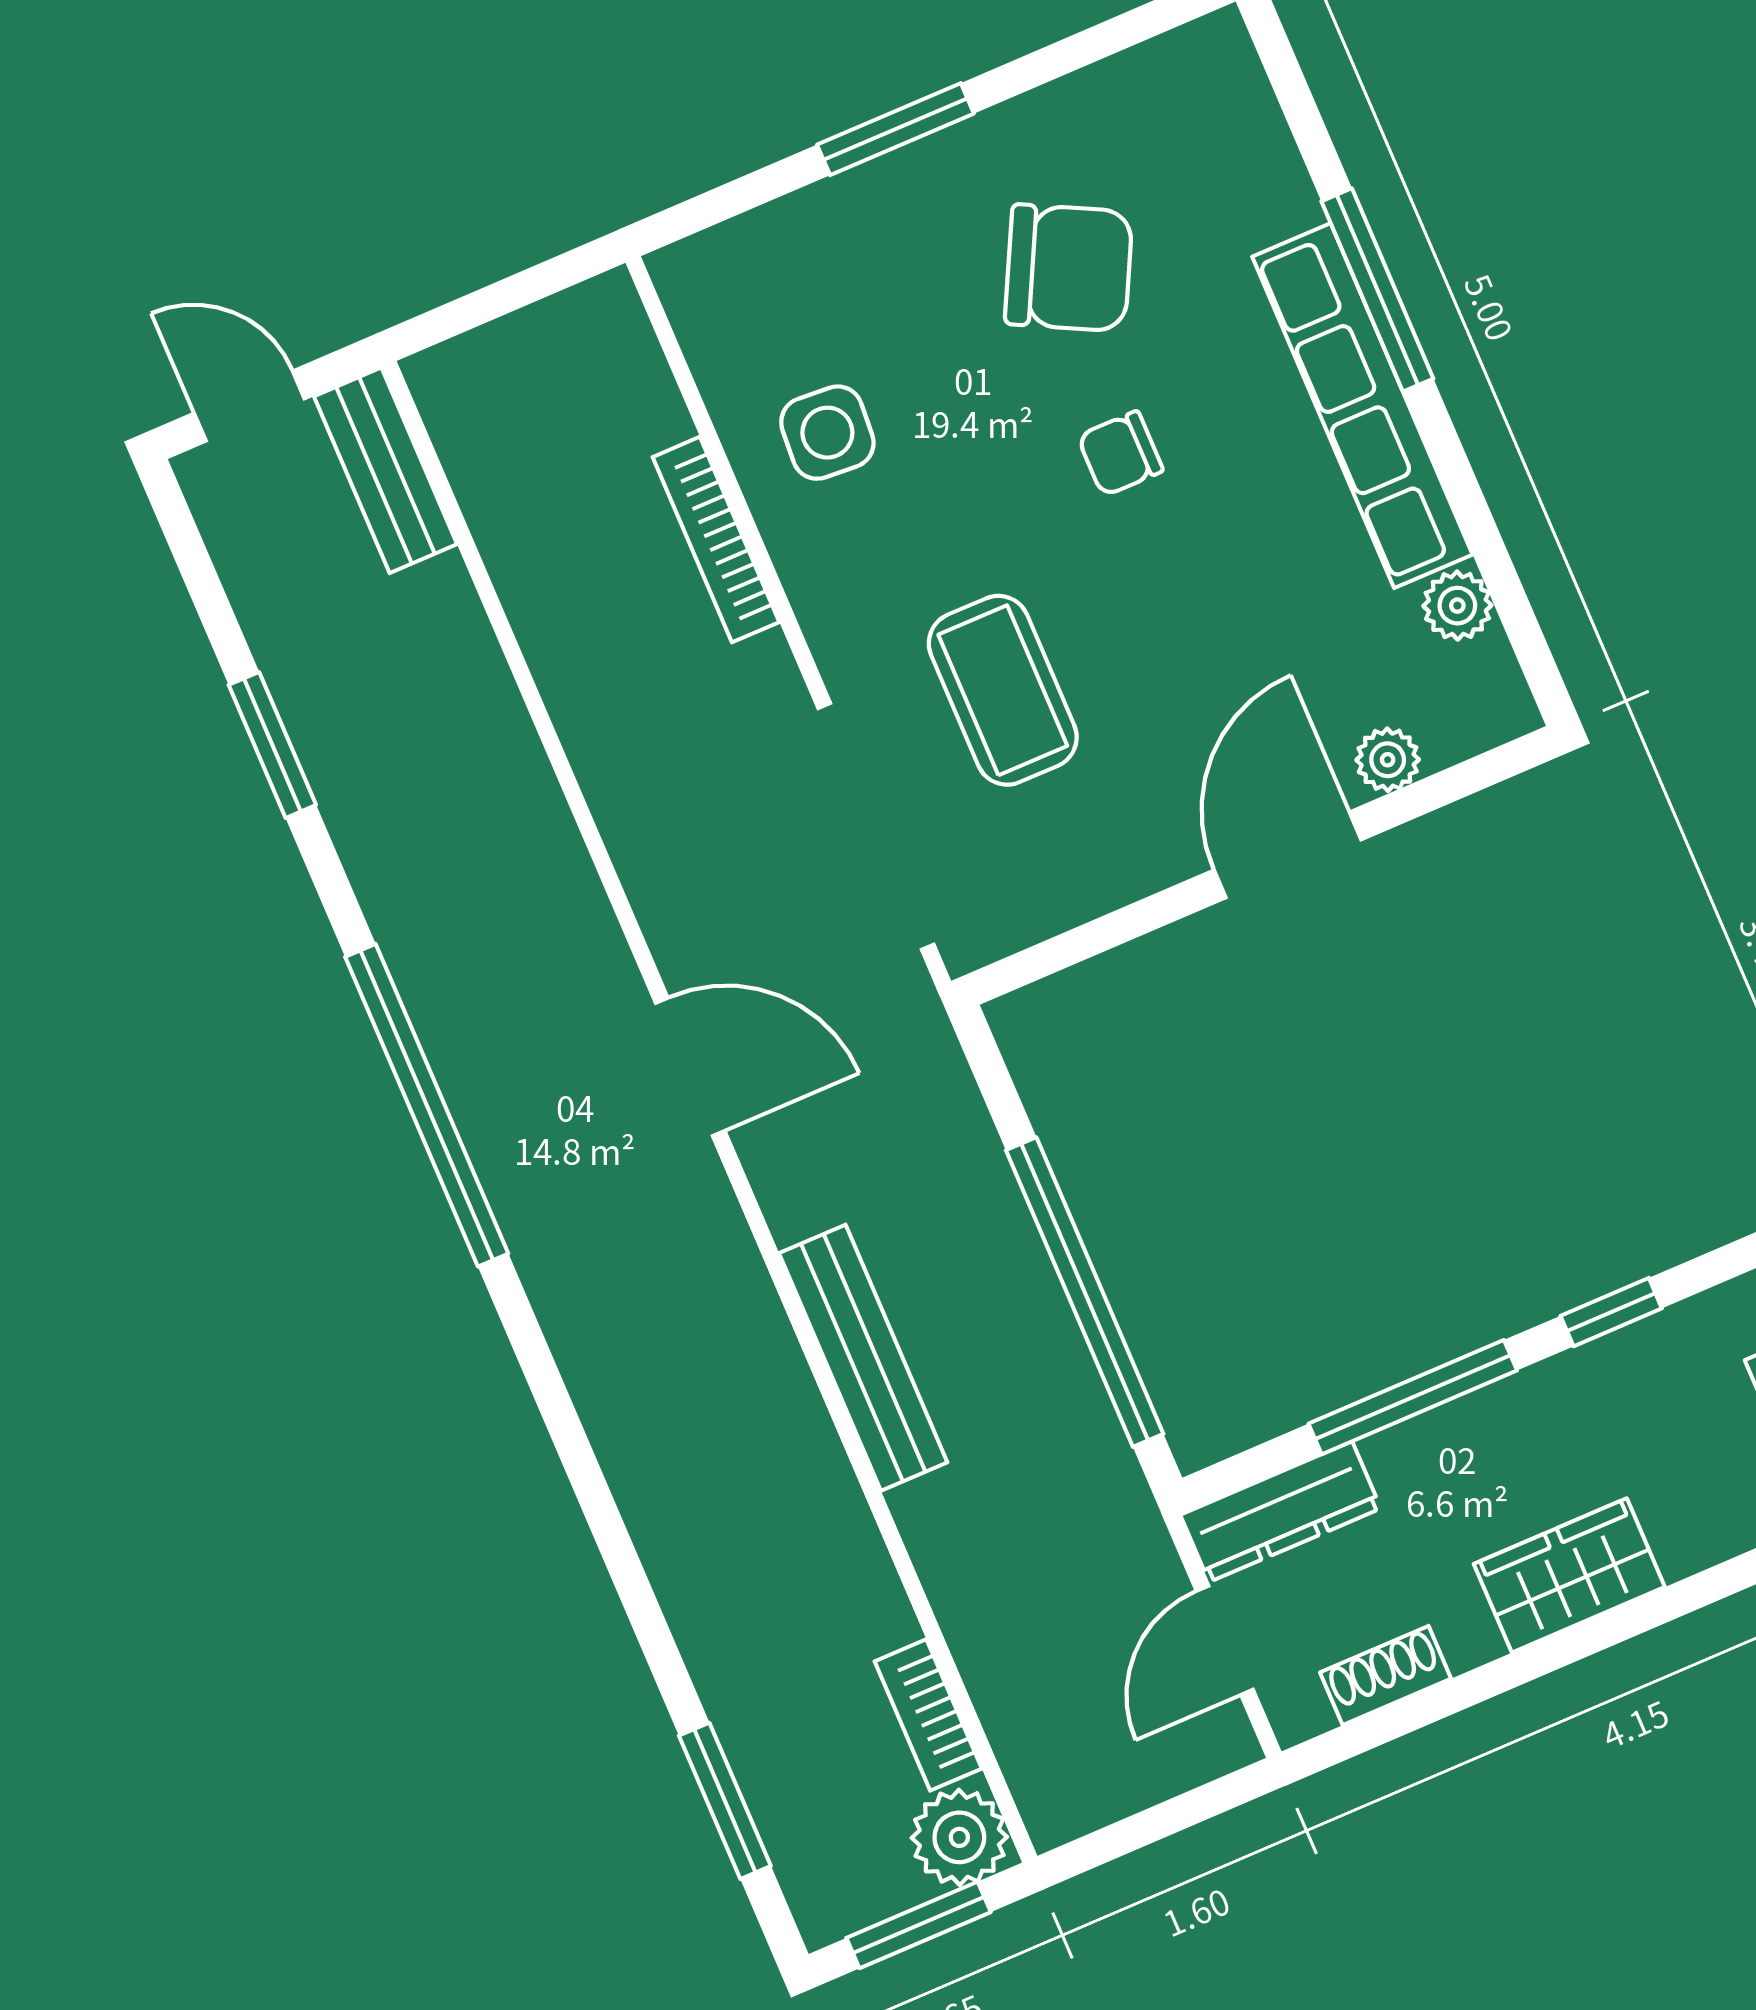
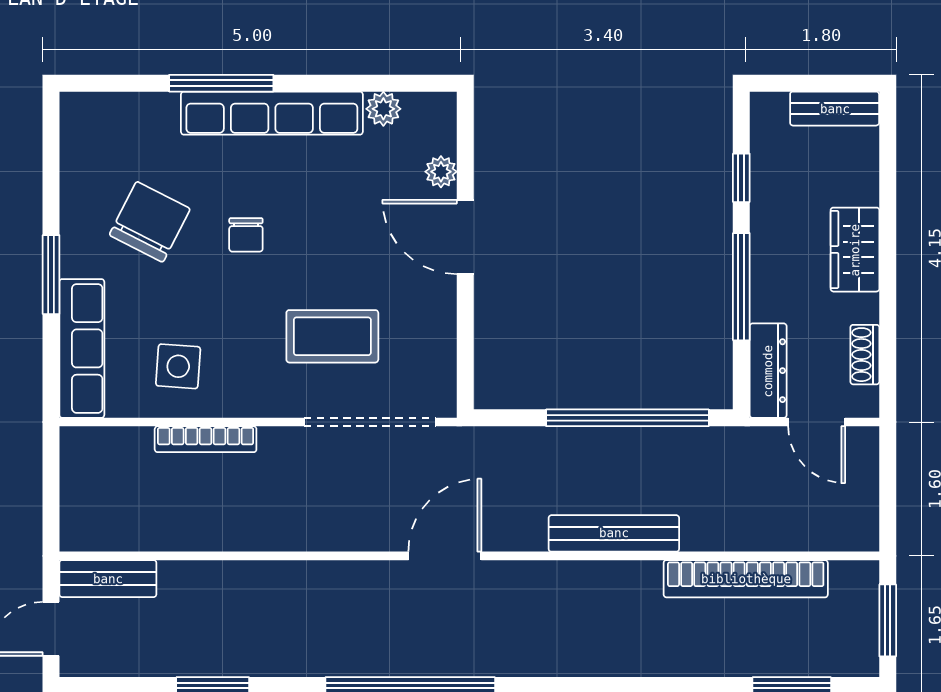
row of seats: (785, 243) -> (82, 348), added
bookcase: (928, 1715) -> (746, 579), width x2.31, depth x1.31
plant: (959, 1837) -> (855, 584), removed

